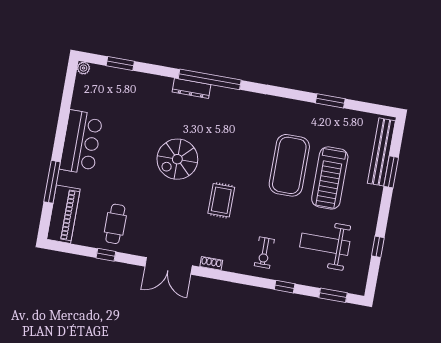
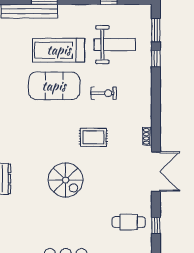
treadmill: (330, 178) -> (59, 50), turned 180
weight bench: (325, 244) -> (115, 45), turned -90
exercise bike: (264, 253) -> (104, 93), moved
window: (285, 287) -> (156, 59), moved

